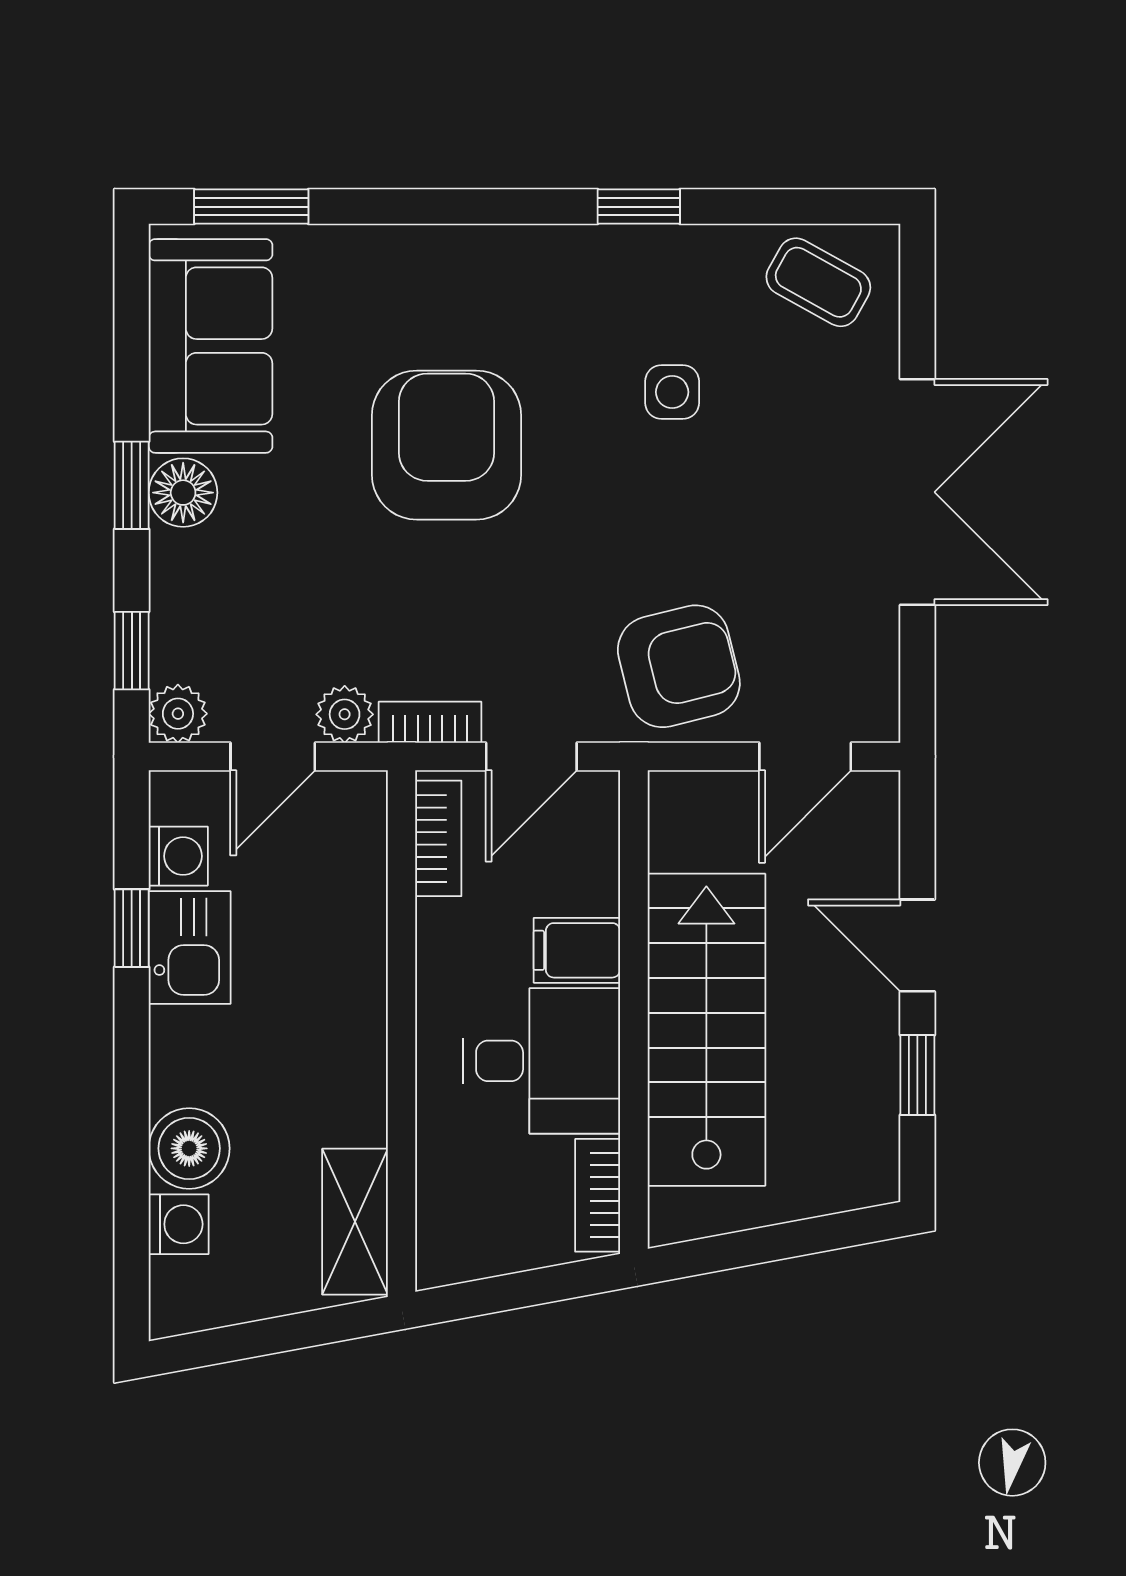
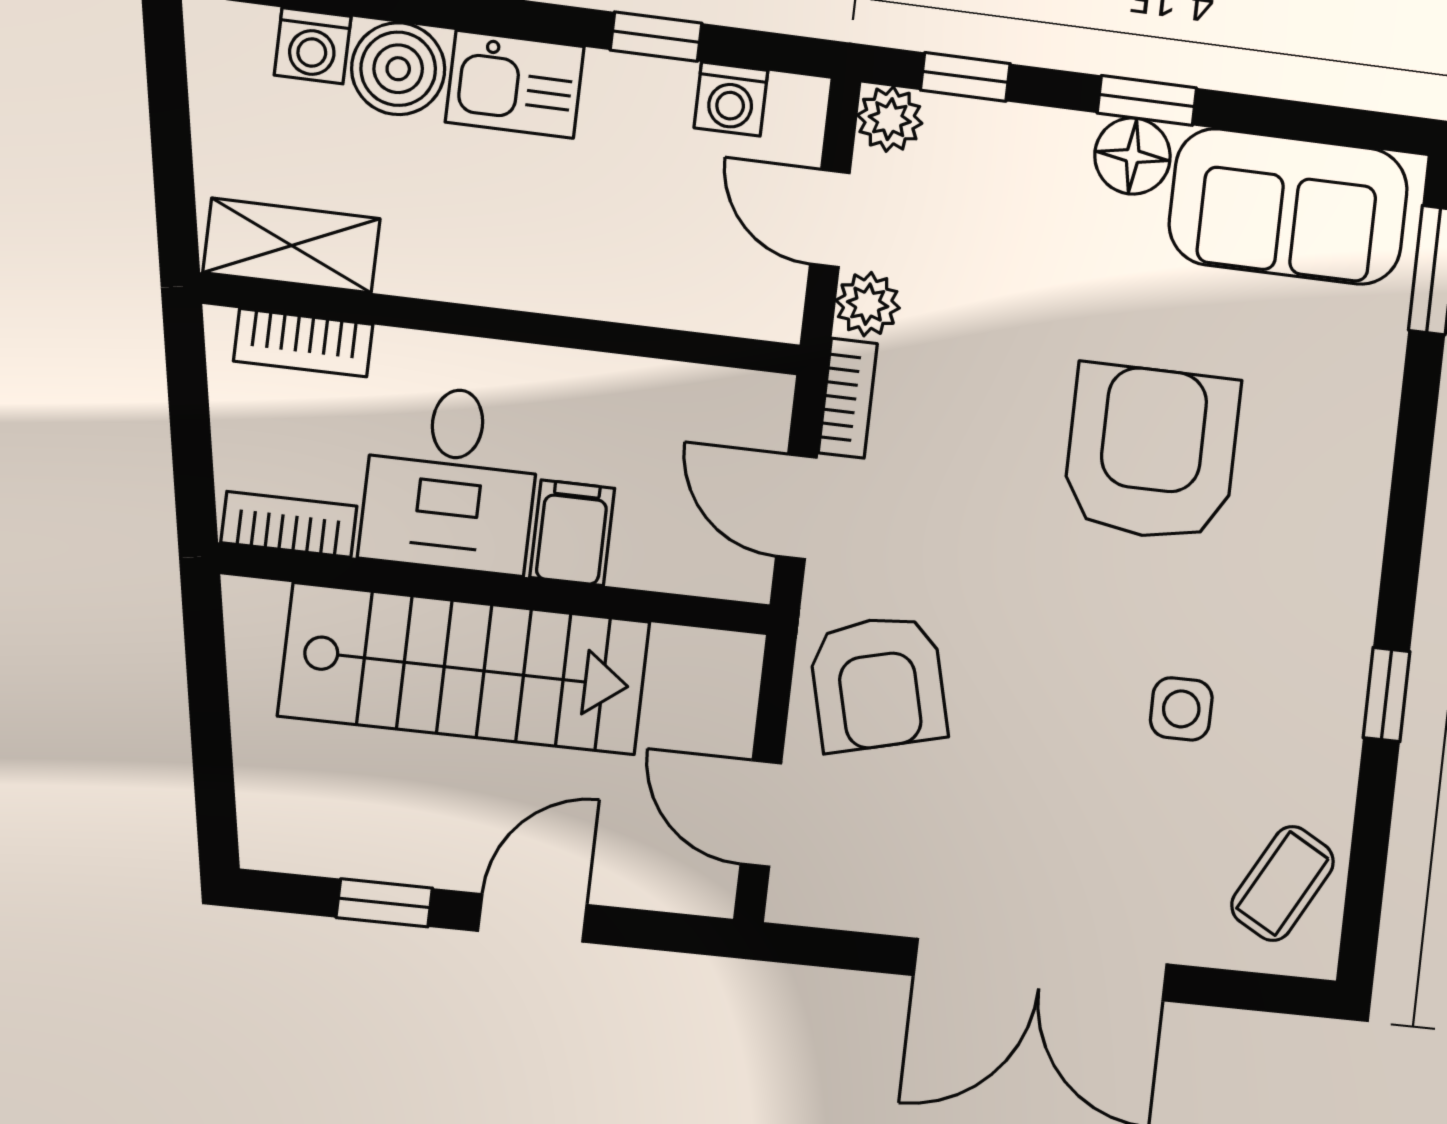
armchair: (446, 445) -> (1151, 453), turned -90
bookcase: (438, 838) -> (303, 343), moved
kitchen sink: (190, 947) -> (515, 84), moved

